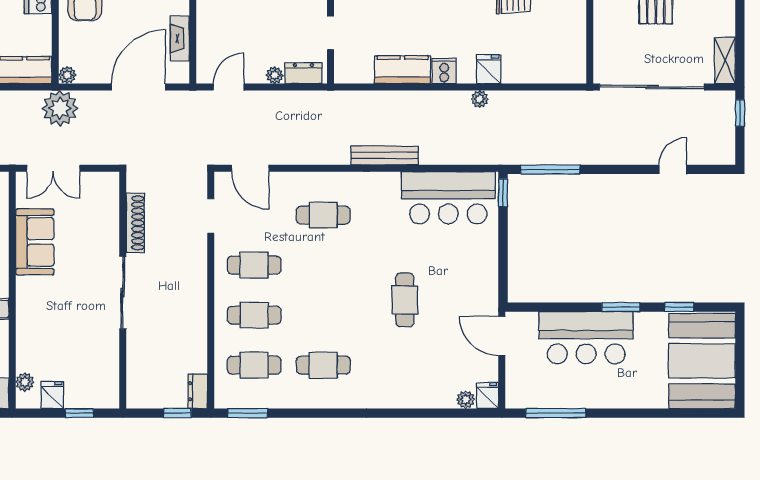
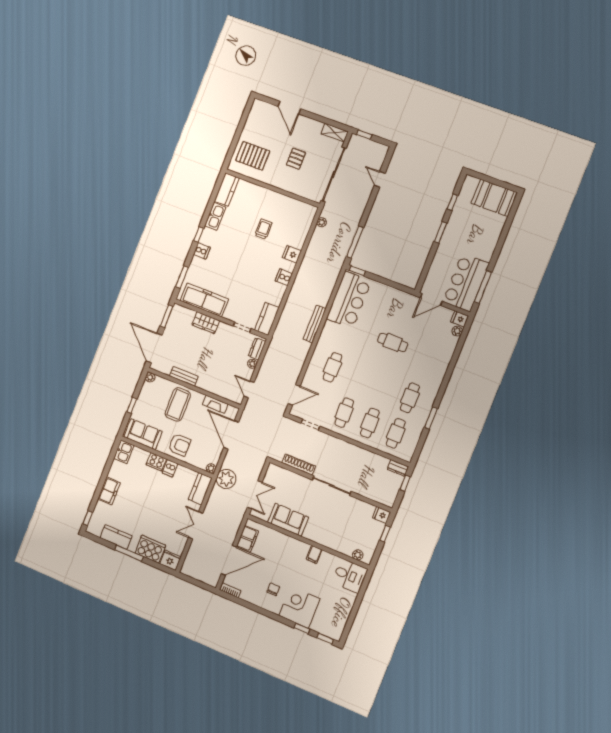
kitchen counter: (402, 70) -> (267, 319), moved
plant: (480, 99) -> (322, 222), moved
bar counter: (586, 338) -> (466, 283), moved, turned 180
booth: (702, 361) -> (494, 198), width x0.73, depth x0.70
fridge: (52, 395) -> (382, 515), moved
window: (248, 413) -> (431, 418), moved

